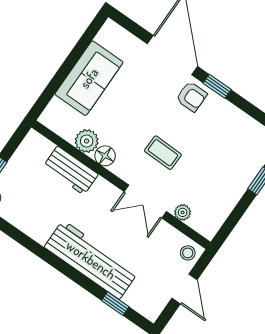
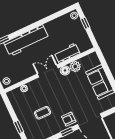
coffee table: (163, 153) -> (43, 113), moved
double door: (145, 202) -> (48, 71), moved

